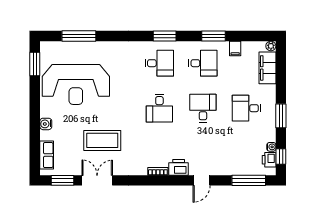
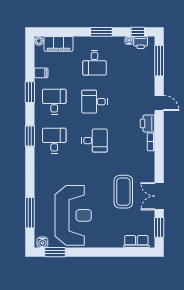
water cooler: (46, 124) -> (42, 242), moved

